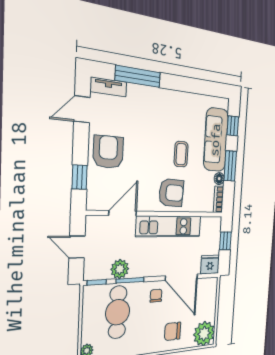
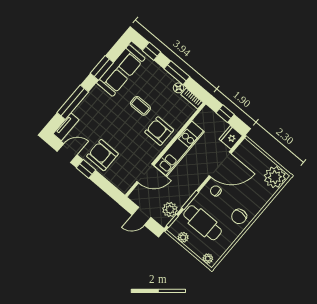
window: (189, 85) -> (102, 68), added
door: (82, 109) -> (67, 153), swing flipped
sofa: (216, 140) -> (121, 71), moved, turned -90
window: (80, 177) -> (86, 169), moved
armchair: (171, 193) -> (159, 131), turned -93
door: (123, 213) -> (145, 173), swing flipped
plant: (120, 269) -> (170, 210), moved
plant: (89, 308) -> (183, 237), added
chair: (173, 331) -> (239, 216), moved

